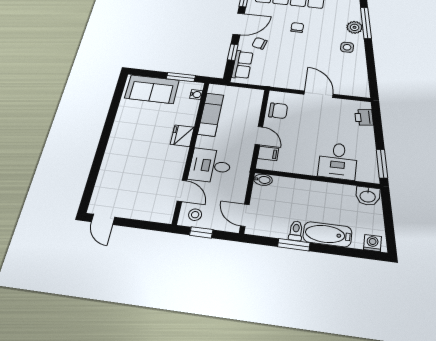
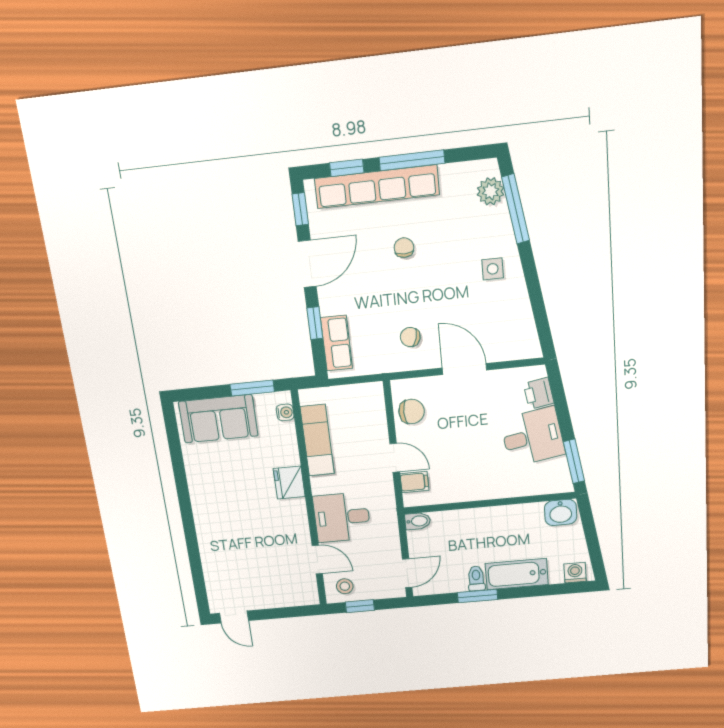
plant: (355, 27) -> (491, 191), moved
chair: (260, 43) -> (410, 337), moved
desk: (338, 161) -> (533, 437), moved, turned -99
door: (245, 215) -> (407, 573), swing flipped

